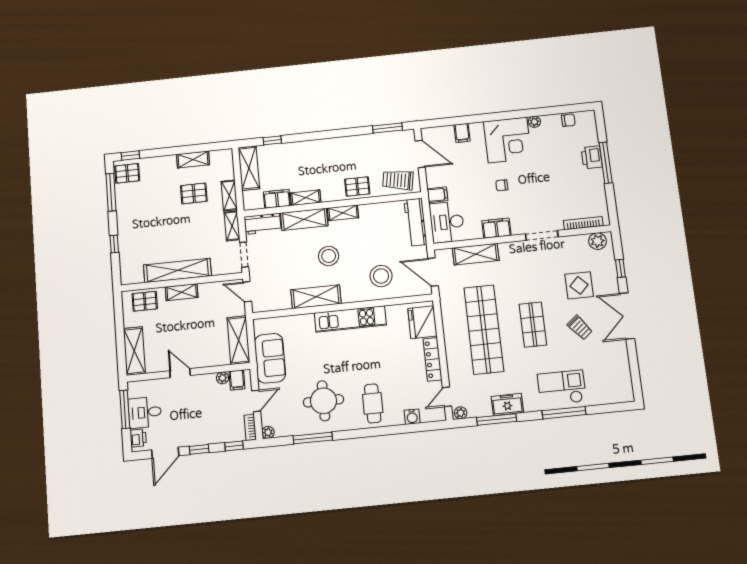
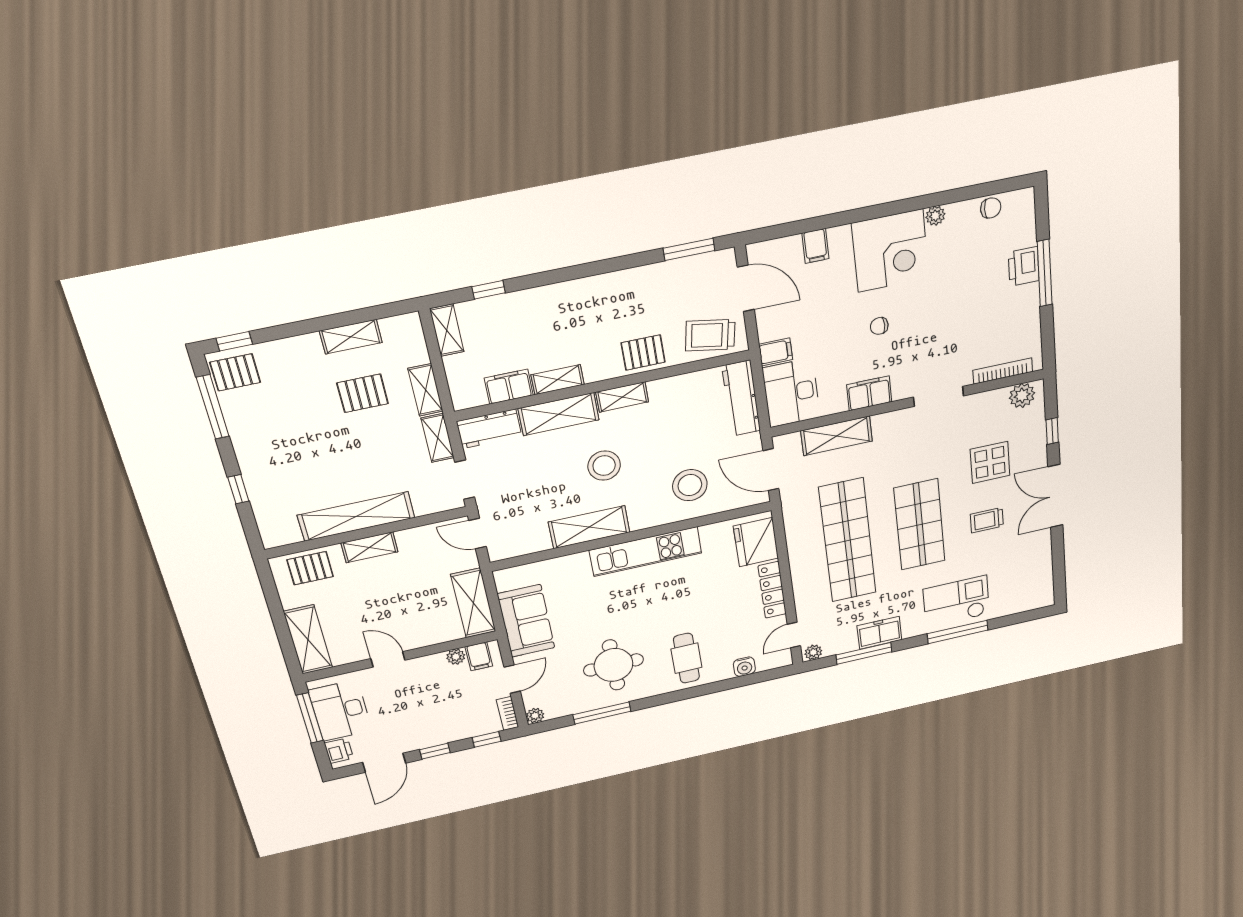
shelving: (249, 168) -> (447, 330), width x0.67, depth x0.75
shop shelf: (533, 324) -> (920, 525), width x1.43, depth x1.36
trolley: (580, 328) -> (987, 520), turned 129
desk: (145, 412) -> (340, 710), width x1.37

